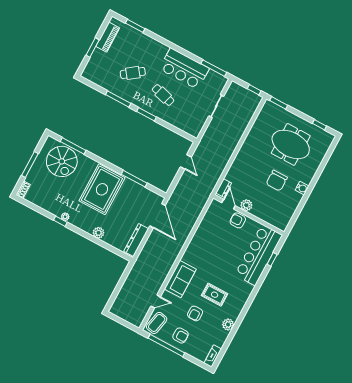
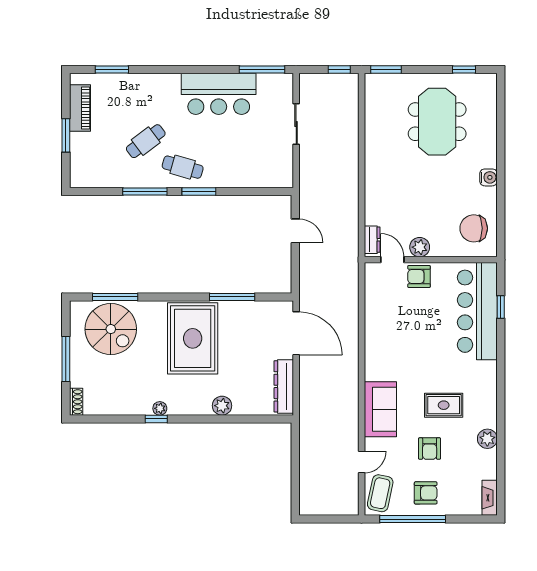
cafe table: (163, 95) -> (183, 167), moved
meeting table: (291, 144) -> (437, 122), turned 90
chair: (277, 181) -> (474, 228), moved, turned 90

